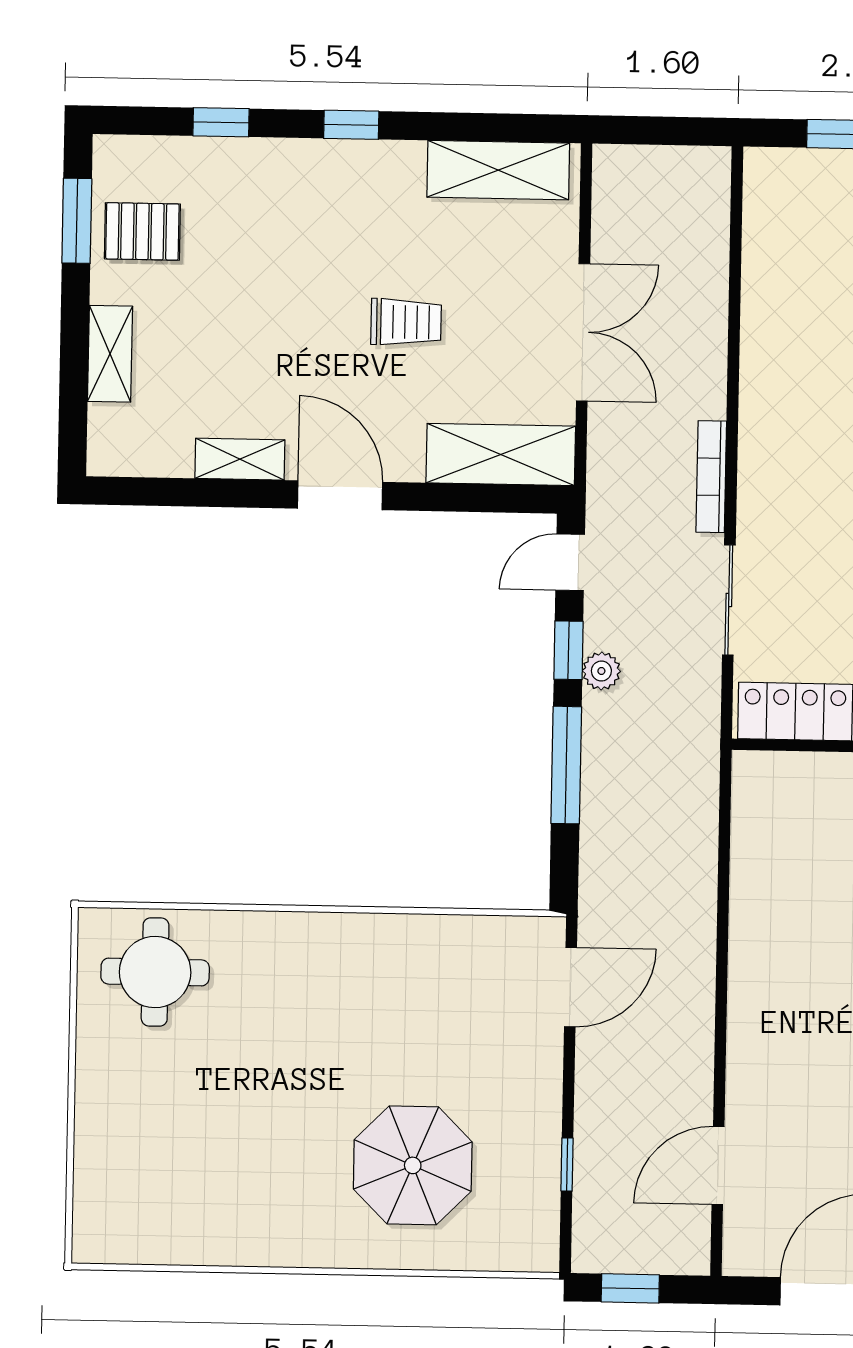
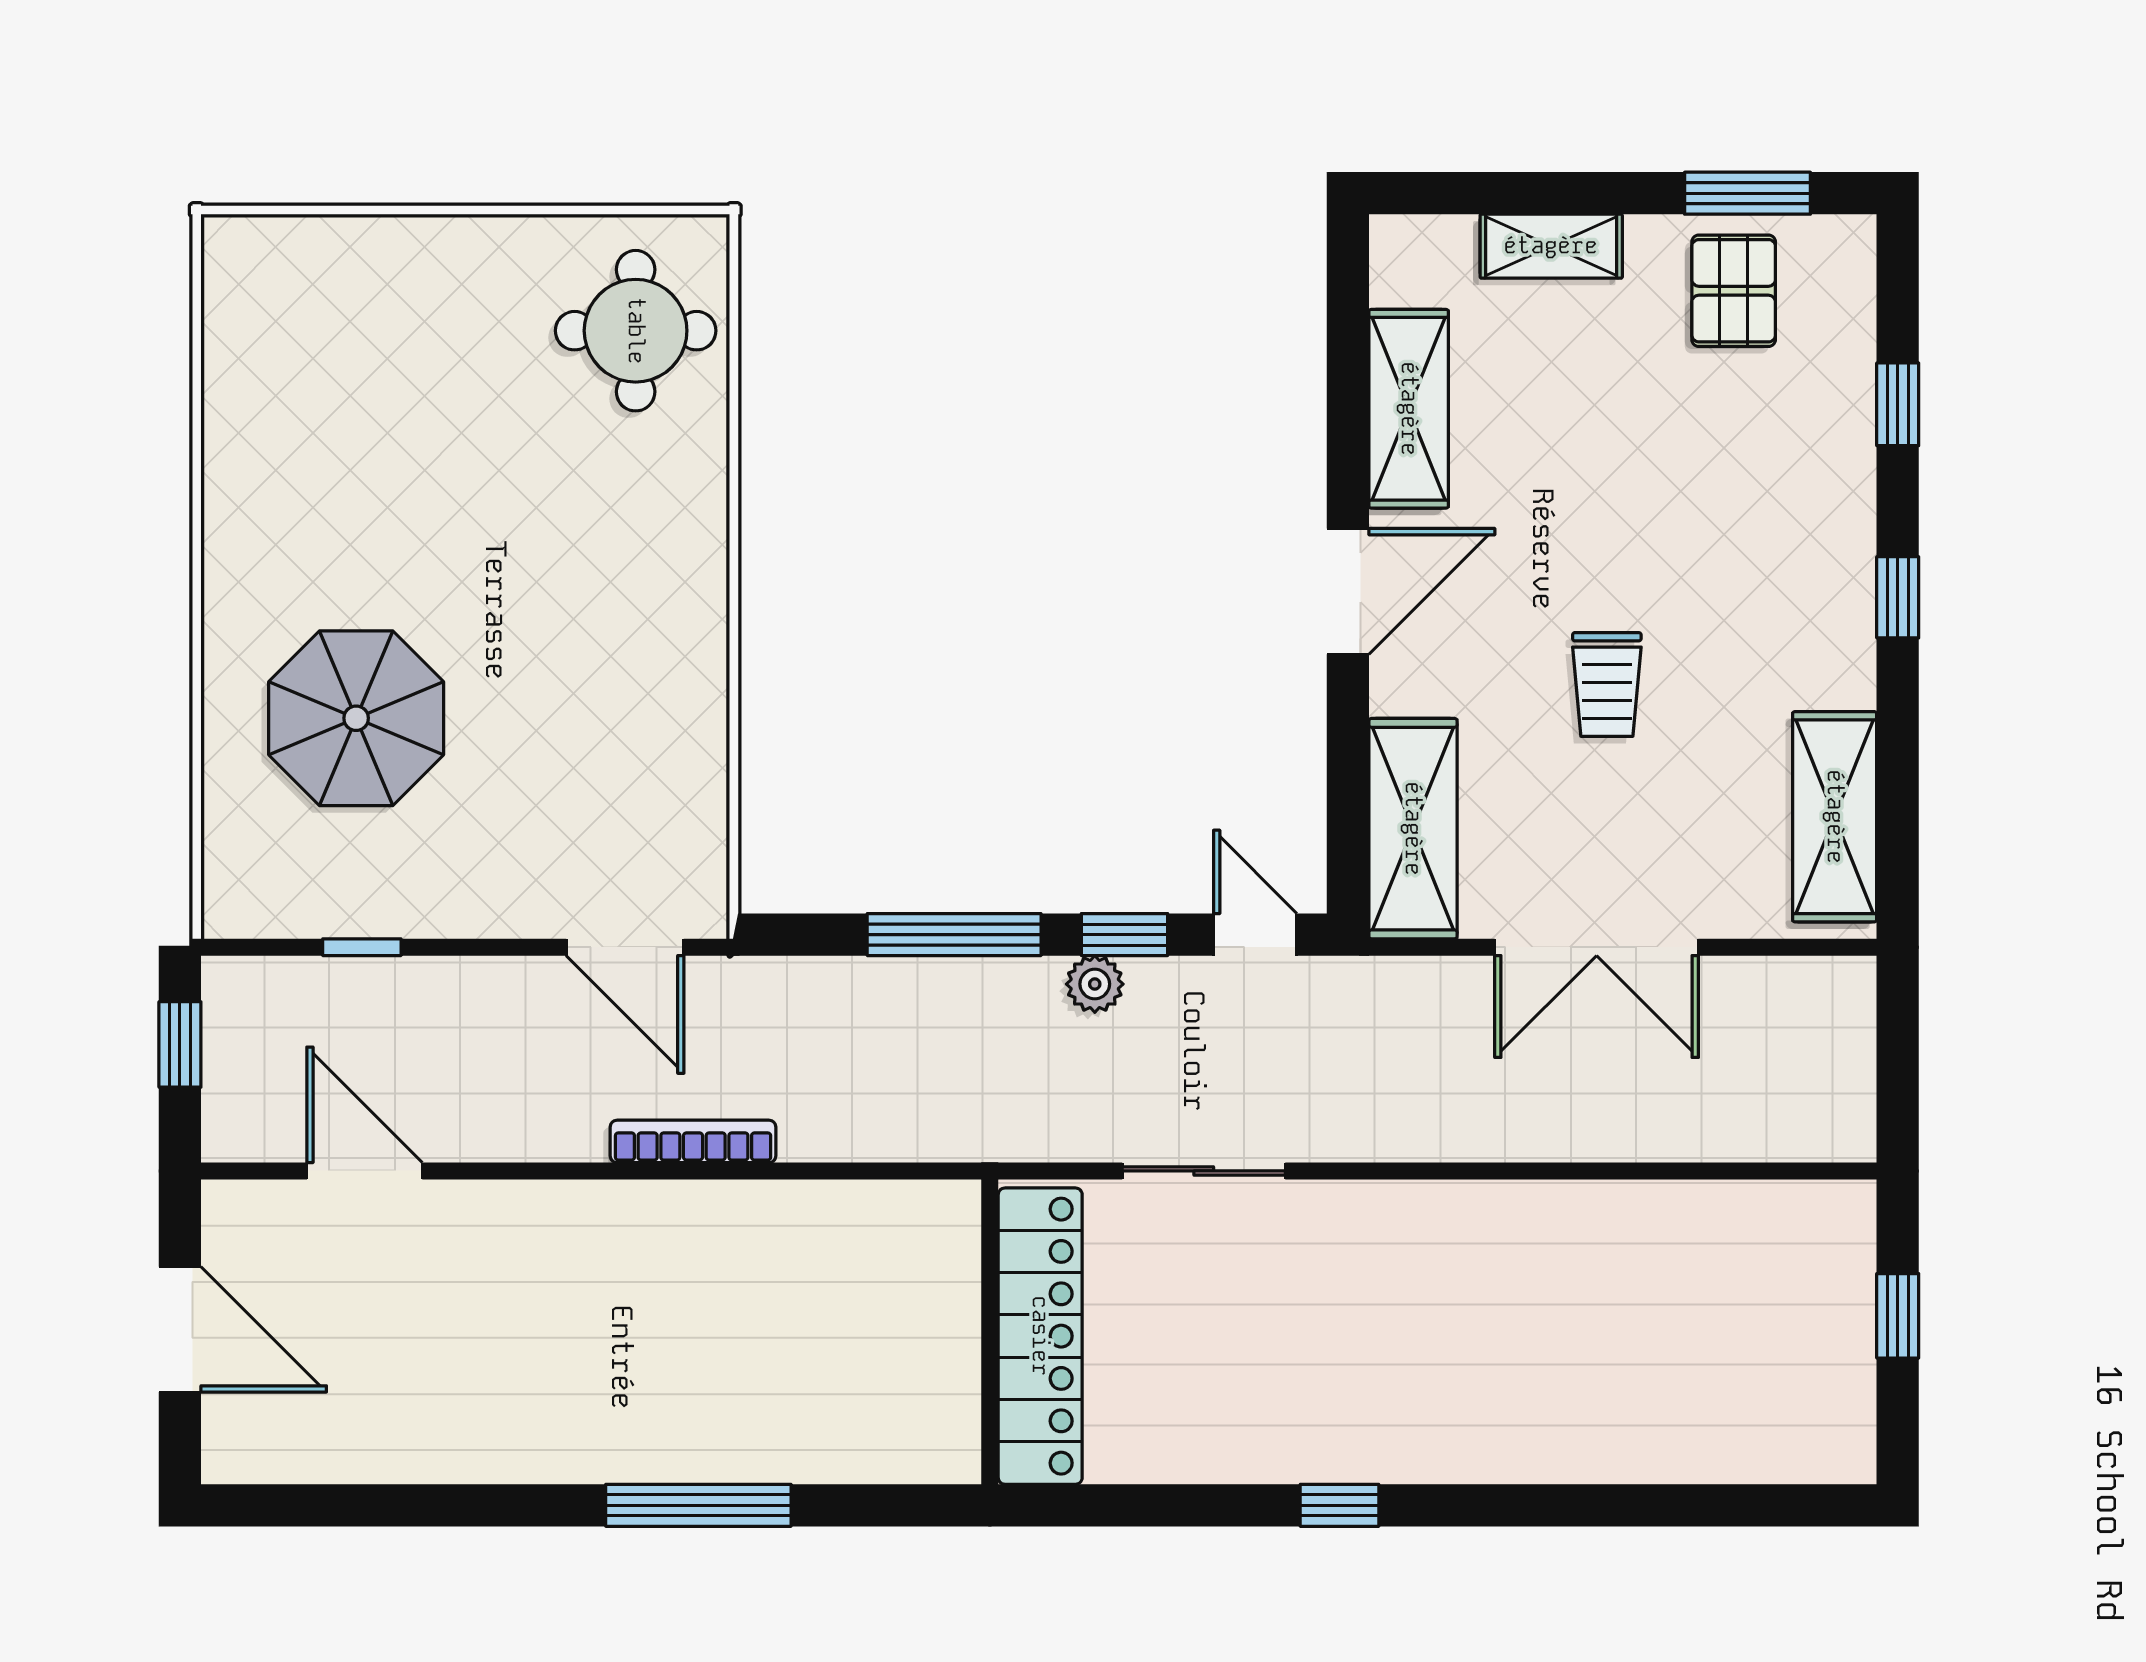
shelving: (240, 459) -> (1409, 409), width x1.50, depth x1.33
bookcase: (711, 477) -> (693, 1141), moved

